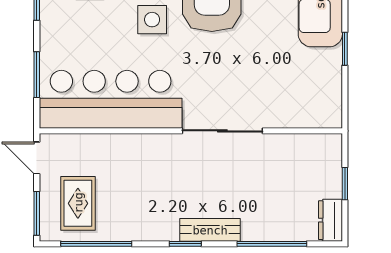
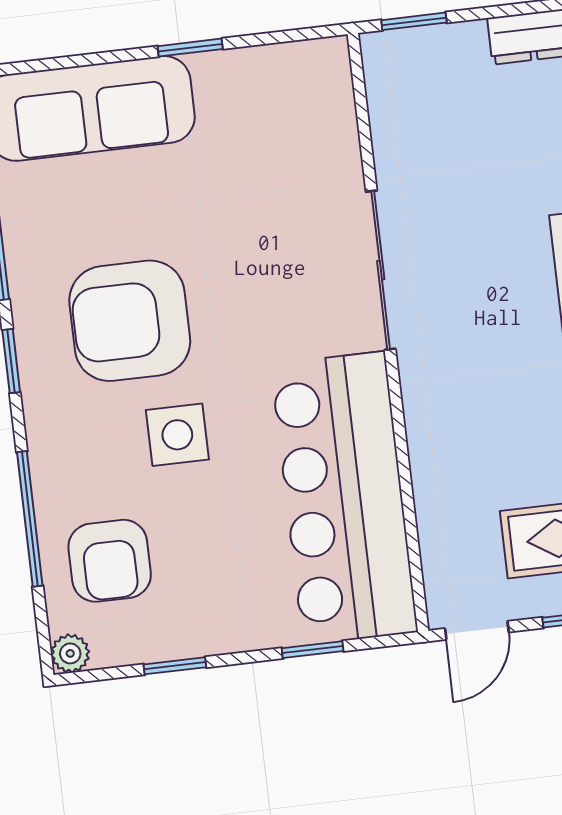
window: (37, 75) -> (313, 650), width x0.67
window: (345, 184) -> (414, 21), moved

